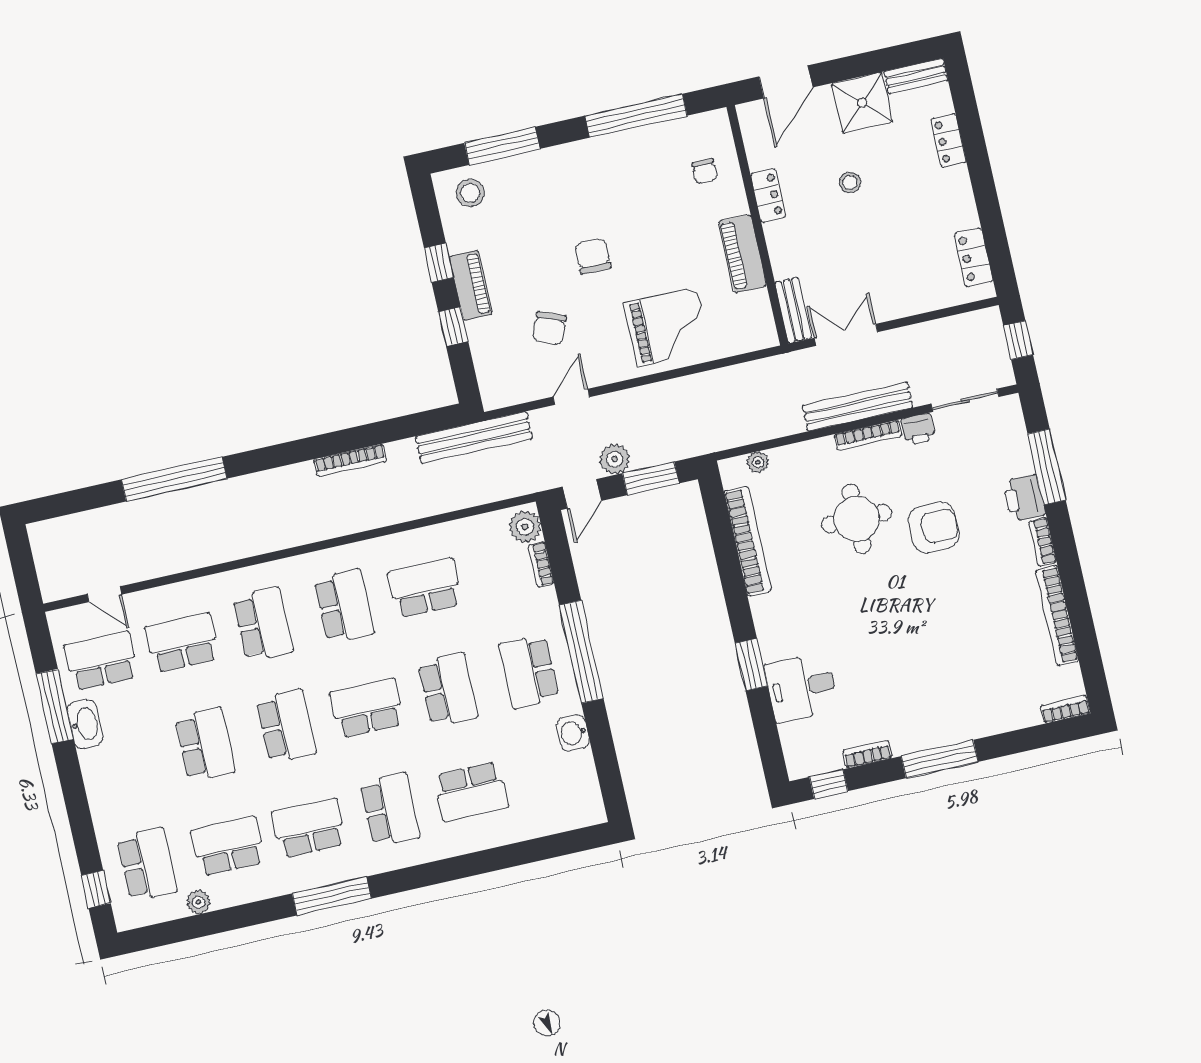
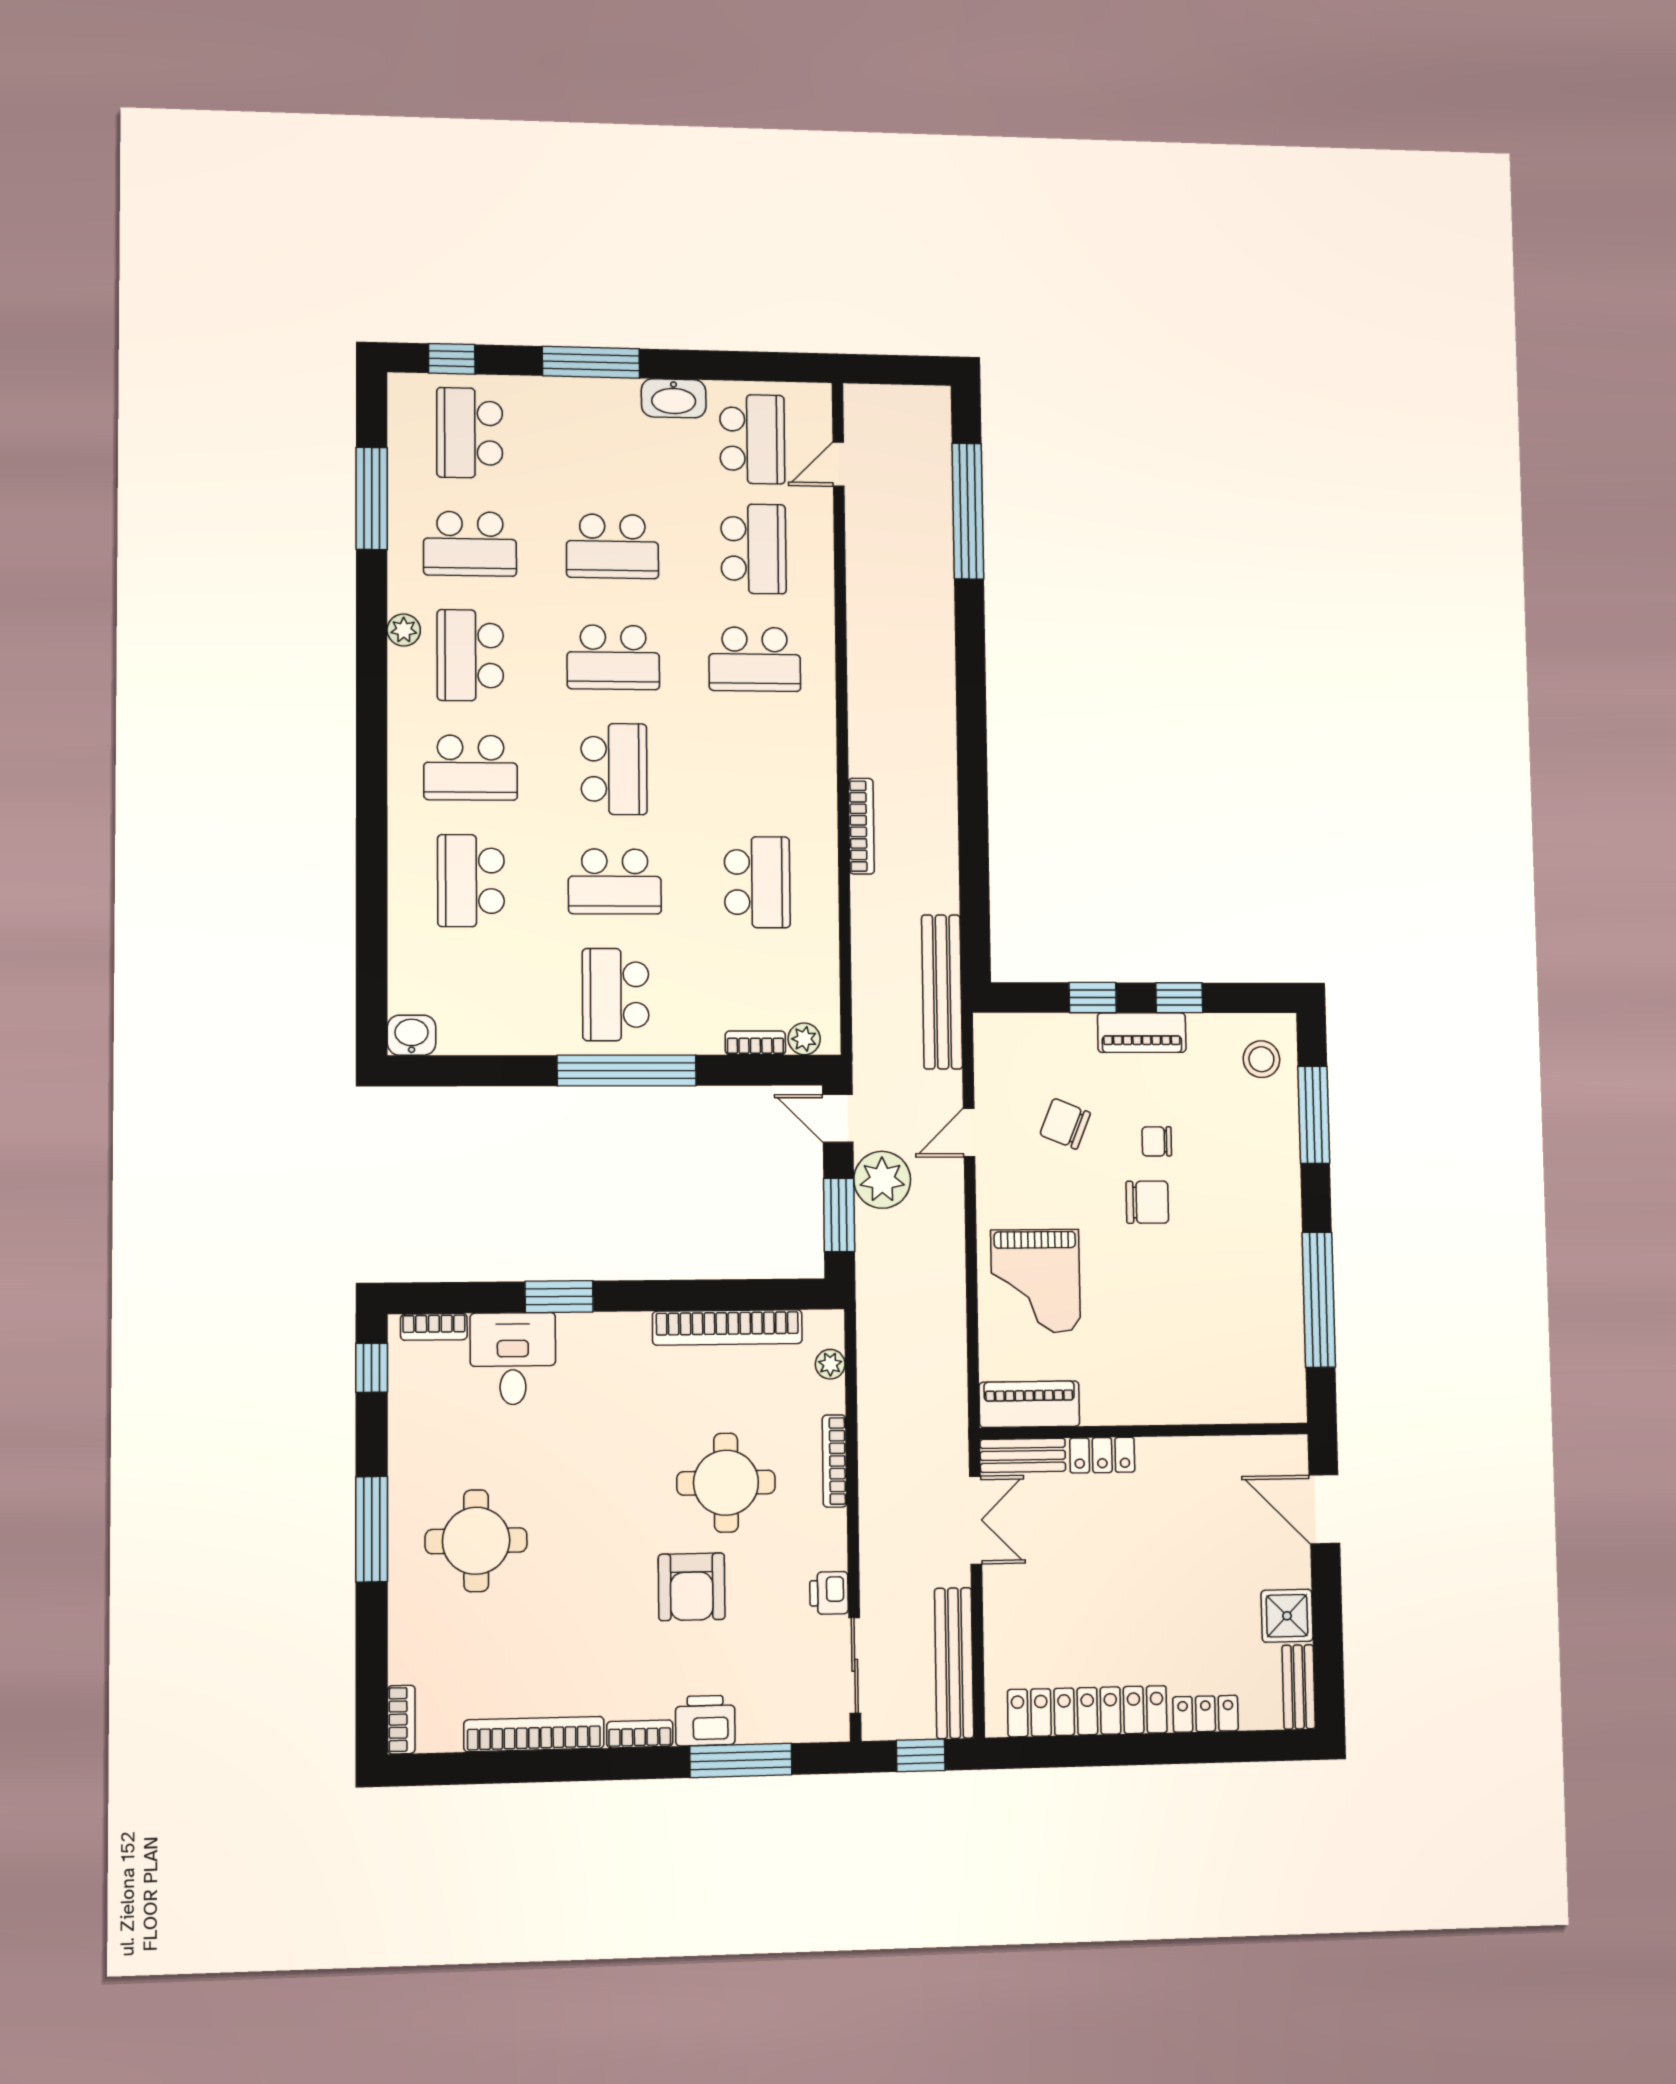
shower: (862, 103) -> (1287, 1616), width x0.73, depth x0.73
chair: (705, 171) -> (1157, 1141), moved
stool: (850, 183) -> (1176, 1568), removed
locker: (768, 195) -> (1102, 1455), moved
piano: (743, 254) -> (1029, 1404), moved
locker: (974, 257) -> (1087, 1711), width x2.16, depth x1.21
door: (571, 397) -> (969, 1133), swing flipped
bench: (858, 406) -> (954, 1663), moved
bookcase: (868, 435) -> (835, 1461), moved
plant: (615, 459) -> (882, 1180), width x1.36, depth x1.36
bookcase: (350, 460) -> (861, 826), moved, turned 180
window: (174, 479) -> (968, 511), moved
plant: (525, 527) -> (804, 1039), width x0.73, depth x0.73
school desk: (344, 606) -> (756, 770), removed
school desk: (529, 671) -> (616, 995), turned -90
round table: (933, 685) -> (476, 1541), added
window: (55, 706) -> (591, 362), moved
washbasin: (573, 733) -> (412, 1035), moved
bookcase: (867, 754) -> (434, 1327), moved, turned 90
school desk: (309, 828) -> (470, 655), turned 180
school desk: (228, 846) -> (470, 544), turned 90
school desk: (147, 864) -> (470, 433), turned 90
window: (332, 896) -> (372, 498), moved
plant: (199, 902) -> (404, 630), moved

